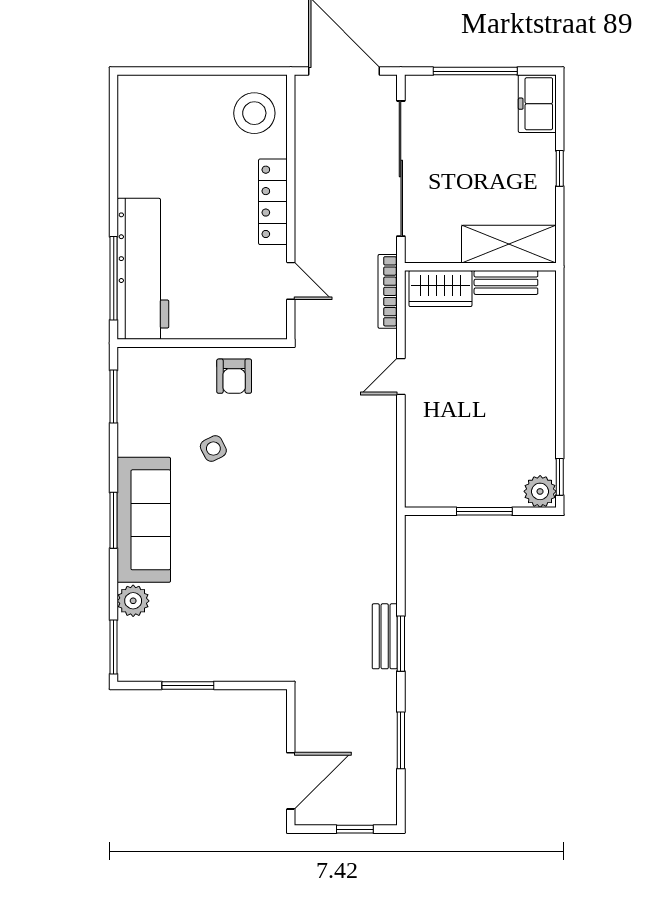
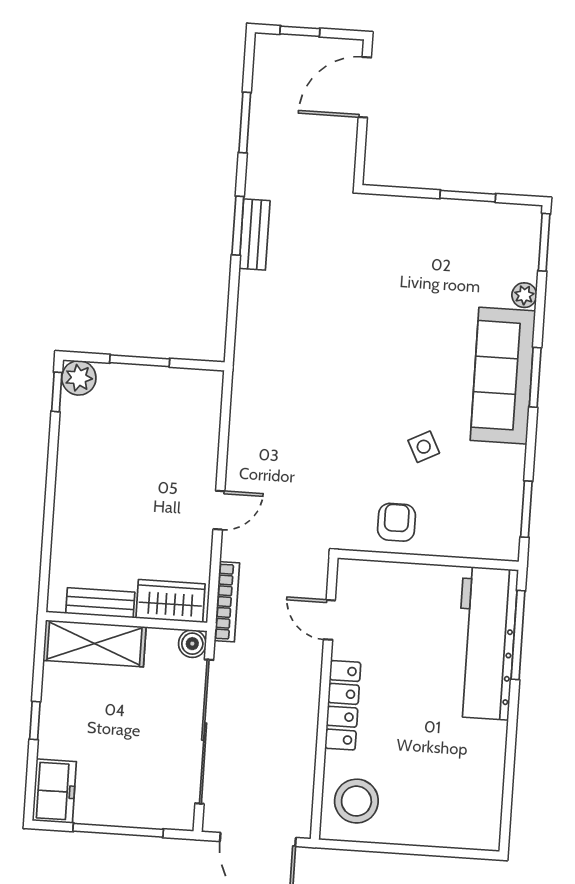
boiler: (417, 250) -> (192, 644), added
plant: (133, 601) -> (524, 295), width x0.73, depth x0.73

